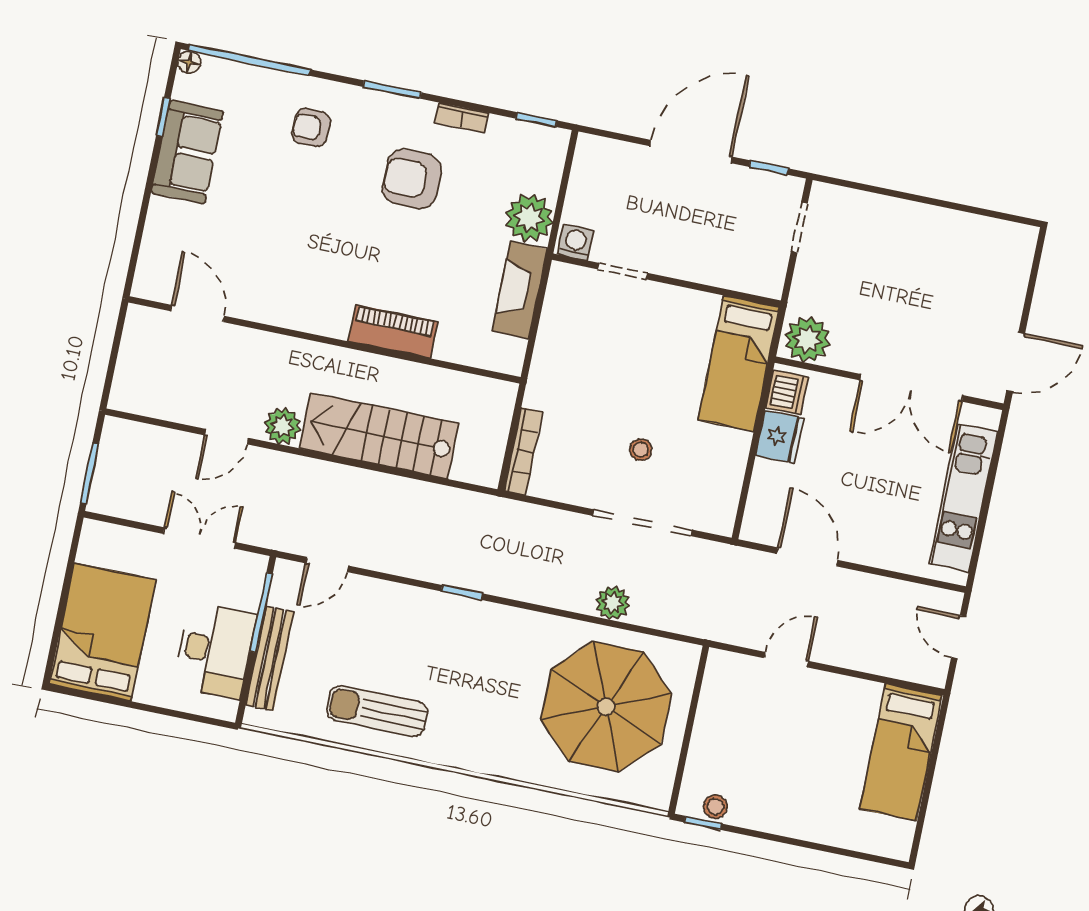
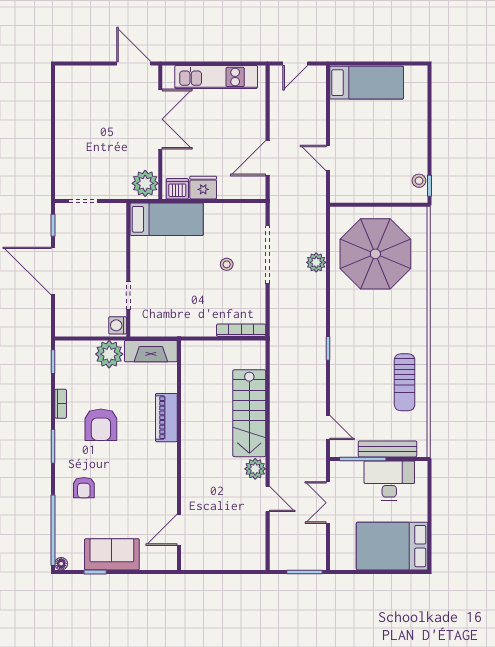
door: (197, 314) -> (179, 530), moved
piano: (393, 331) -> (166, 418), moved
wall: (325, 340) -> (179, 455), moved

